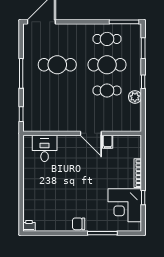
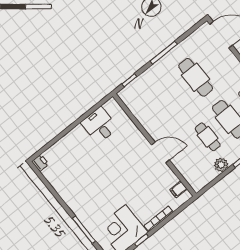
door: (91, 133) -> (160, 152), swing flipped
filing cabinet: (108, 142) -> (179, 189), moved
desk: (45, 148) -> (99, 125), moved, turned -90
chair: (79, 224) -> (76, 203), removed

